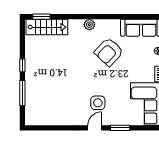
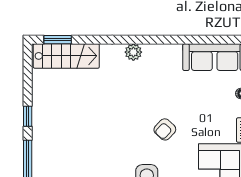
armchair: (109, 52) -> (165, 129), moved, width x0.53, depth x0.53

